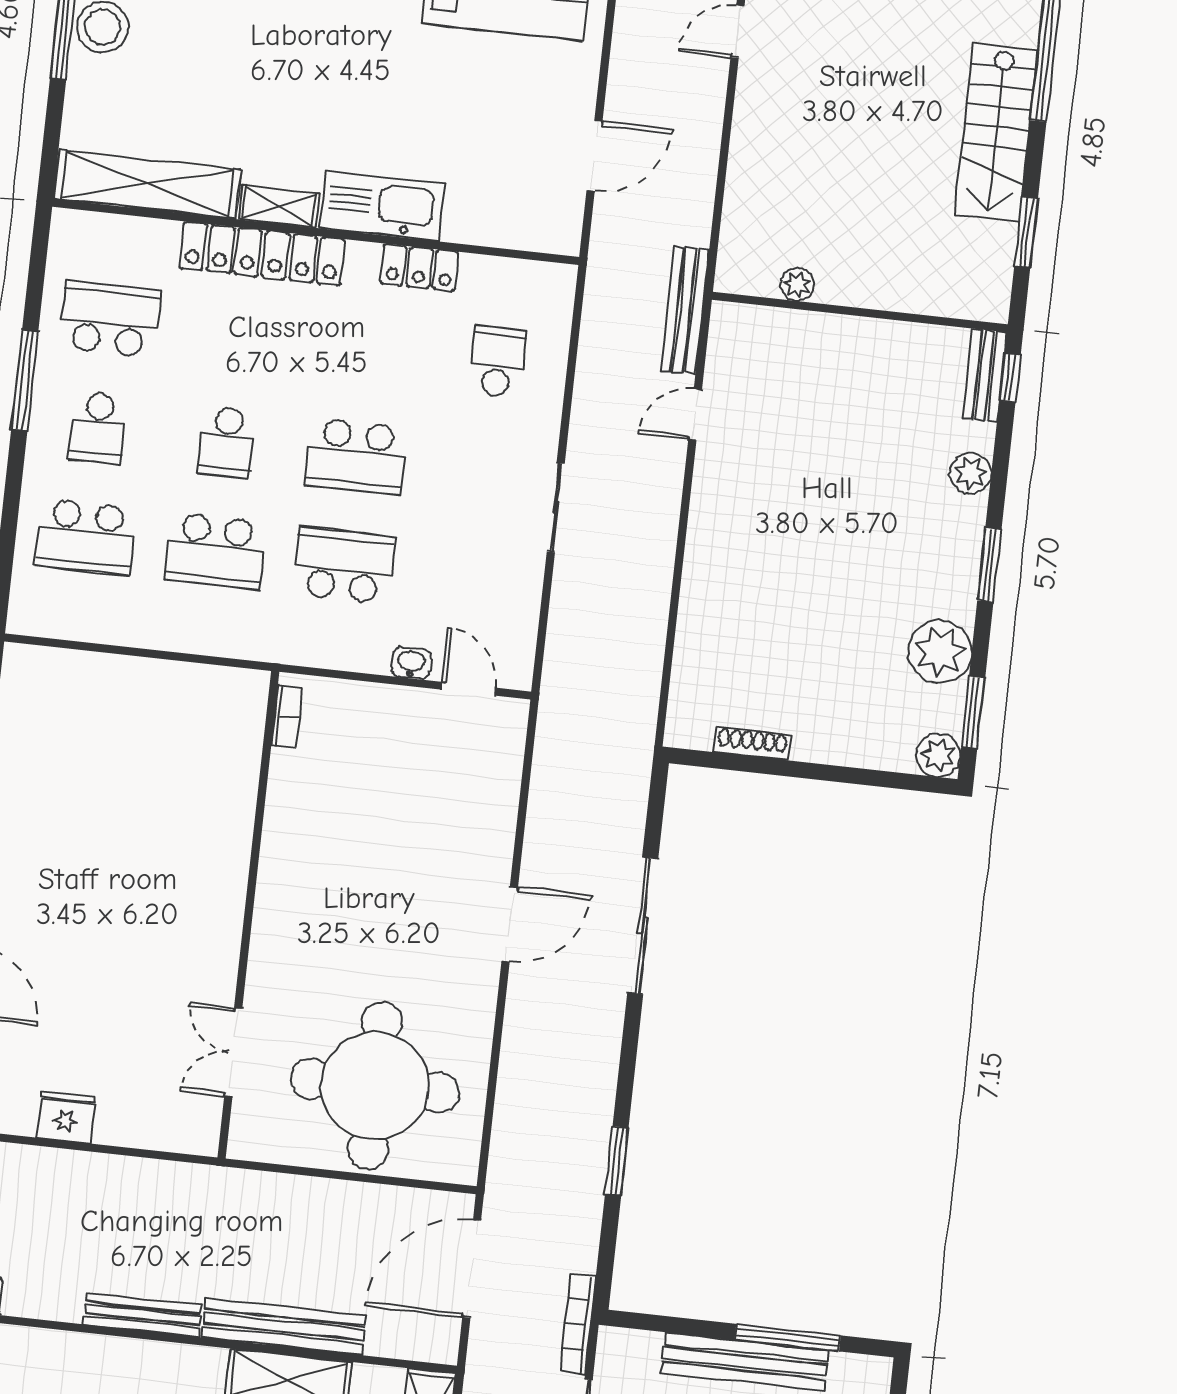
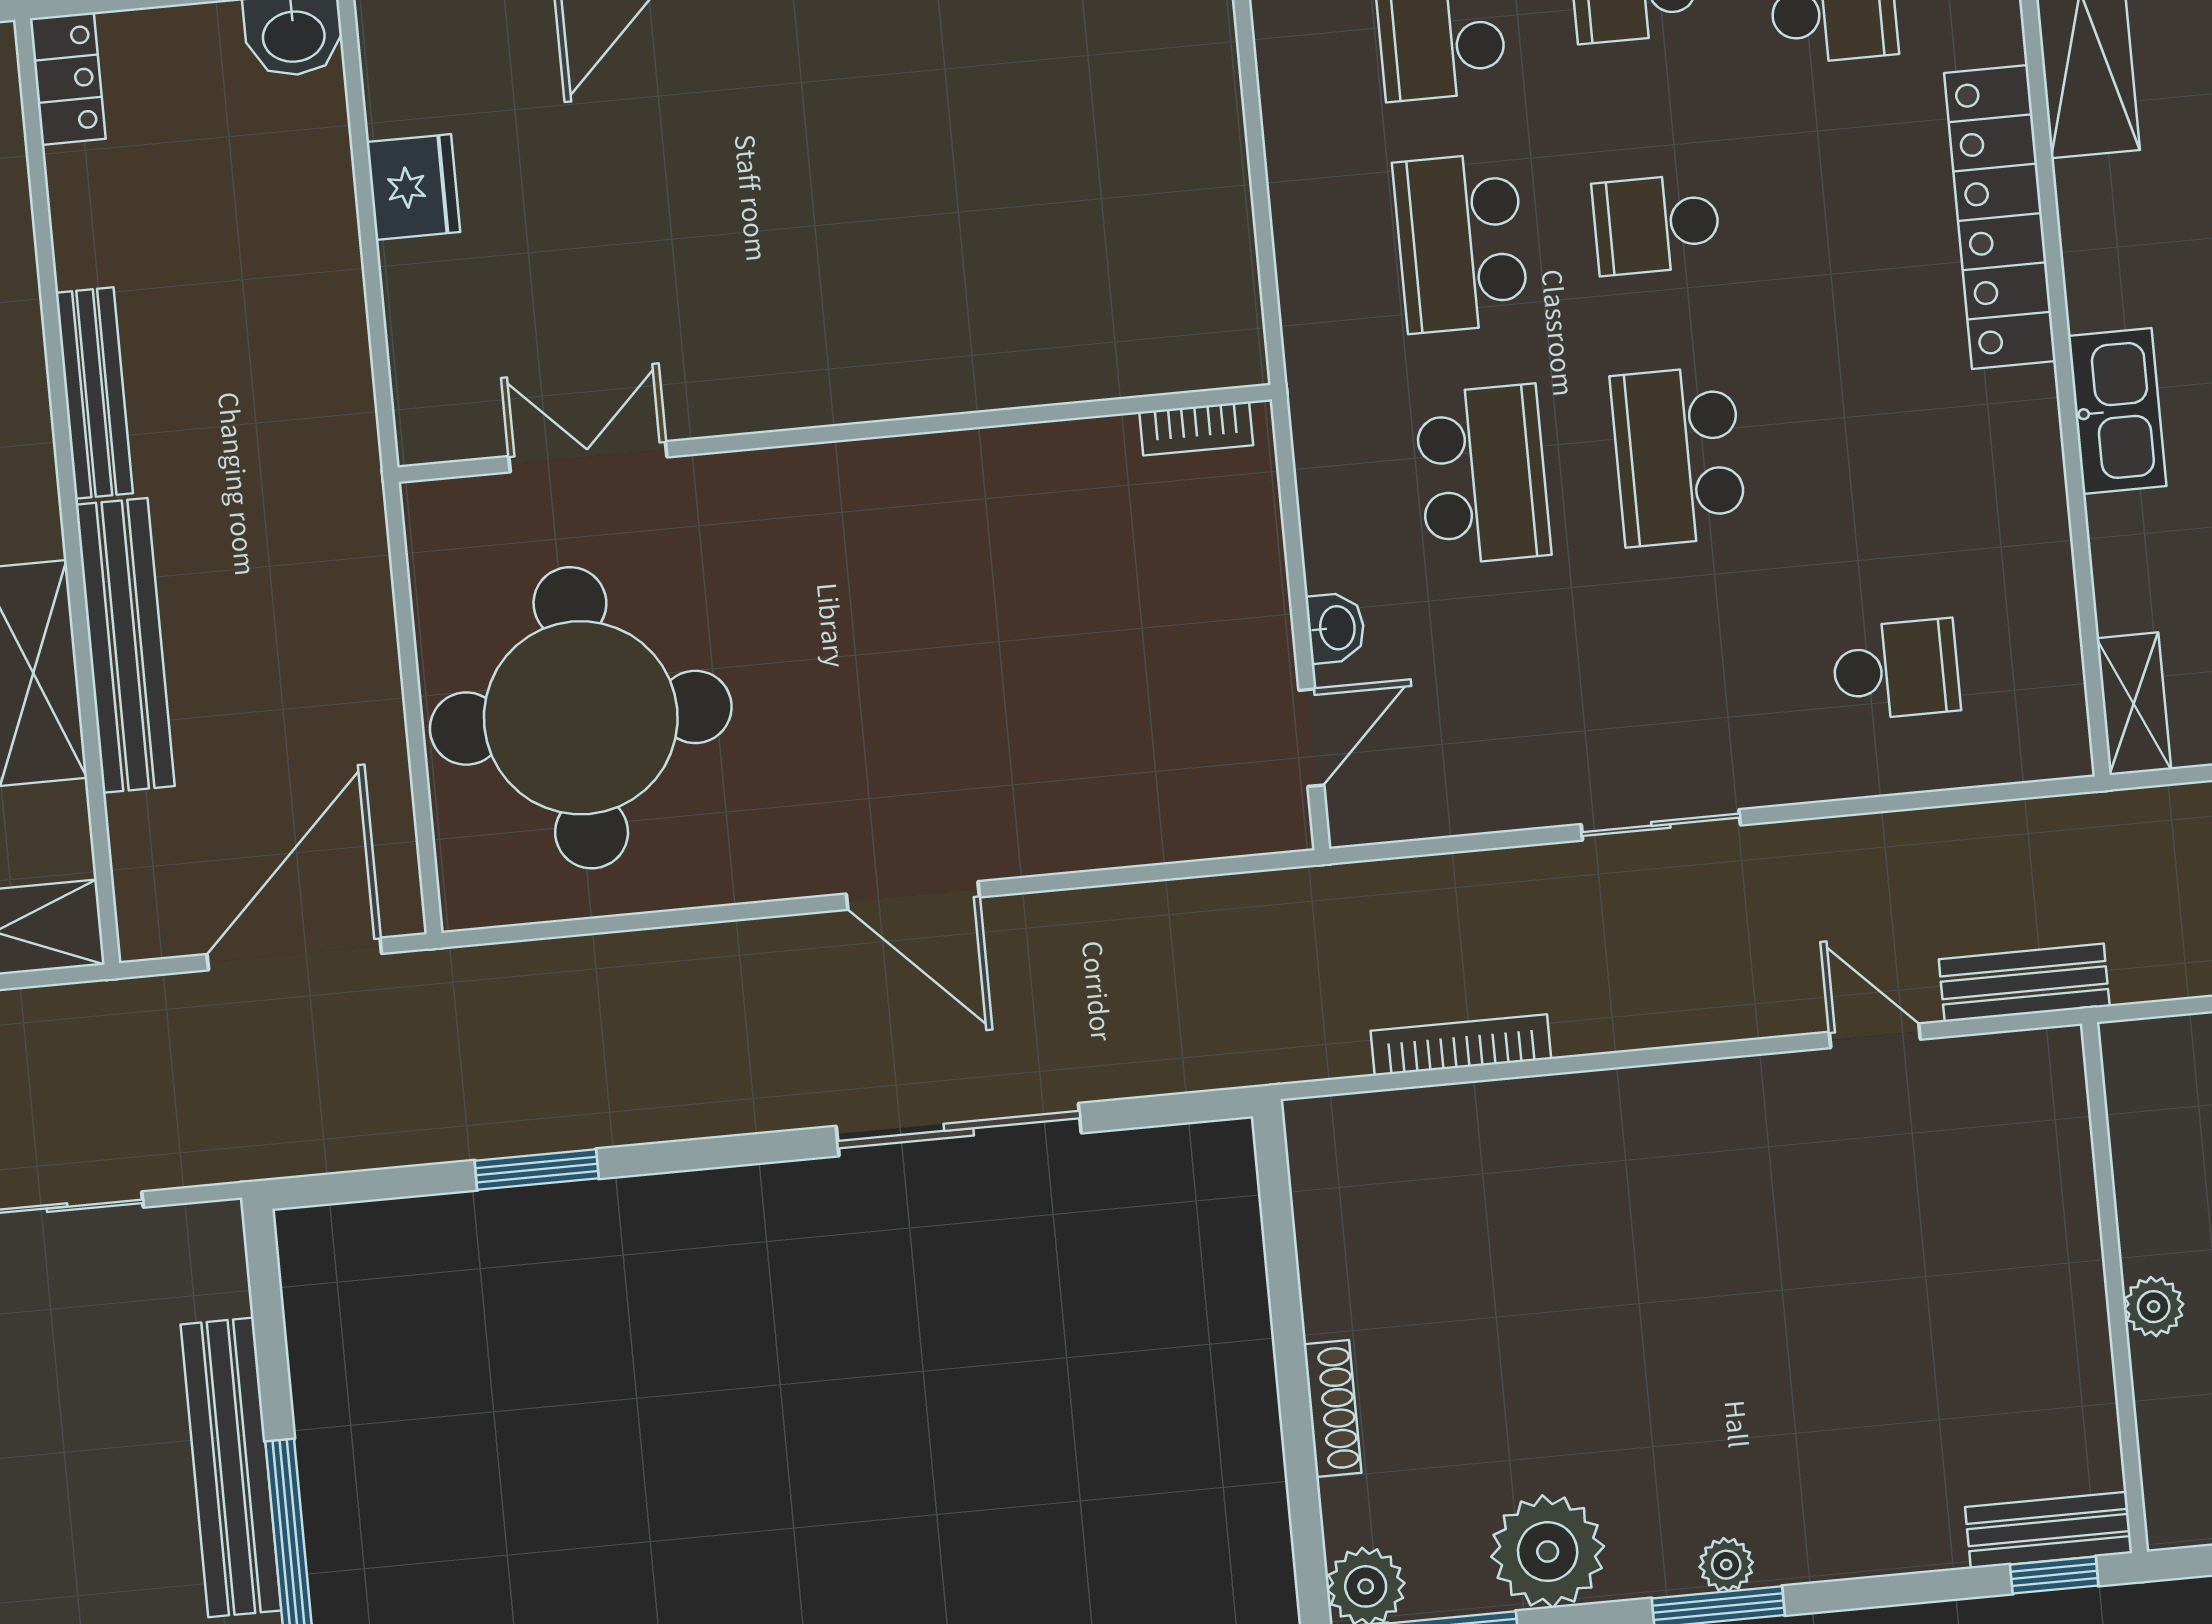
shelving: (279, 206) -> (2134, 704), moved
kitchen sink: (382, 206) -> (2117, 411), width x0.73, depth x0.81
locker: (420, 268) -> (2033, 499), removed
plant: (797, 284) -> (2154, 1307), moved
bench: (685, 310) -> (2024, 983), width x0.73
plant: (971, 473) -> (1726, 1565), moved, width x0.73, depth x0.73
shoe rack: (752, 744) -> (1333, 1408), moved
door: (472, 1269) -> (294, 954), hinge flipped
bookcase: (578, 1324) -> (1461, 1045), moved

